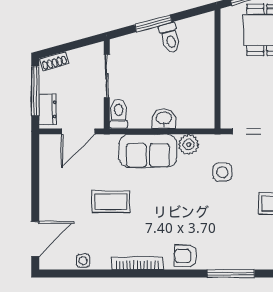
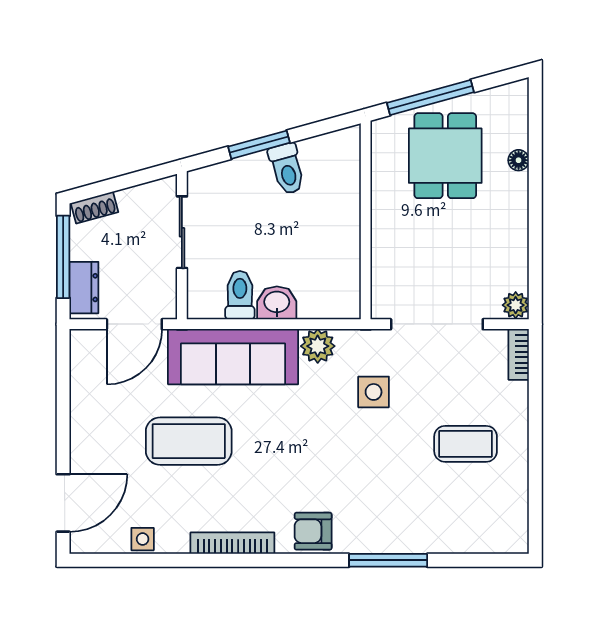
toilet: (119, 114) -> (240, 295), moved
sofa: (148, 151) -> (233, 357), width x1.36
coffee table: (111, 202) -> (189, 441), width x1.36, depth x1.32

